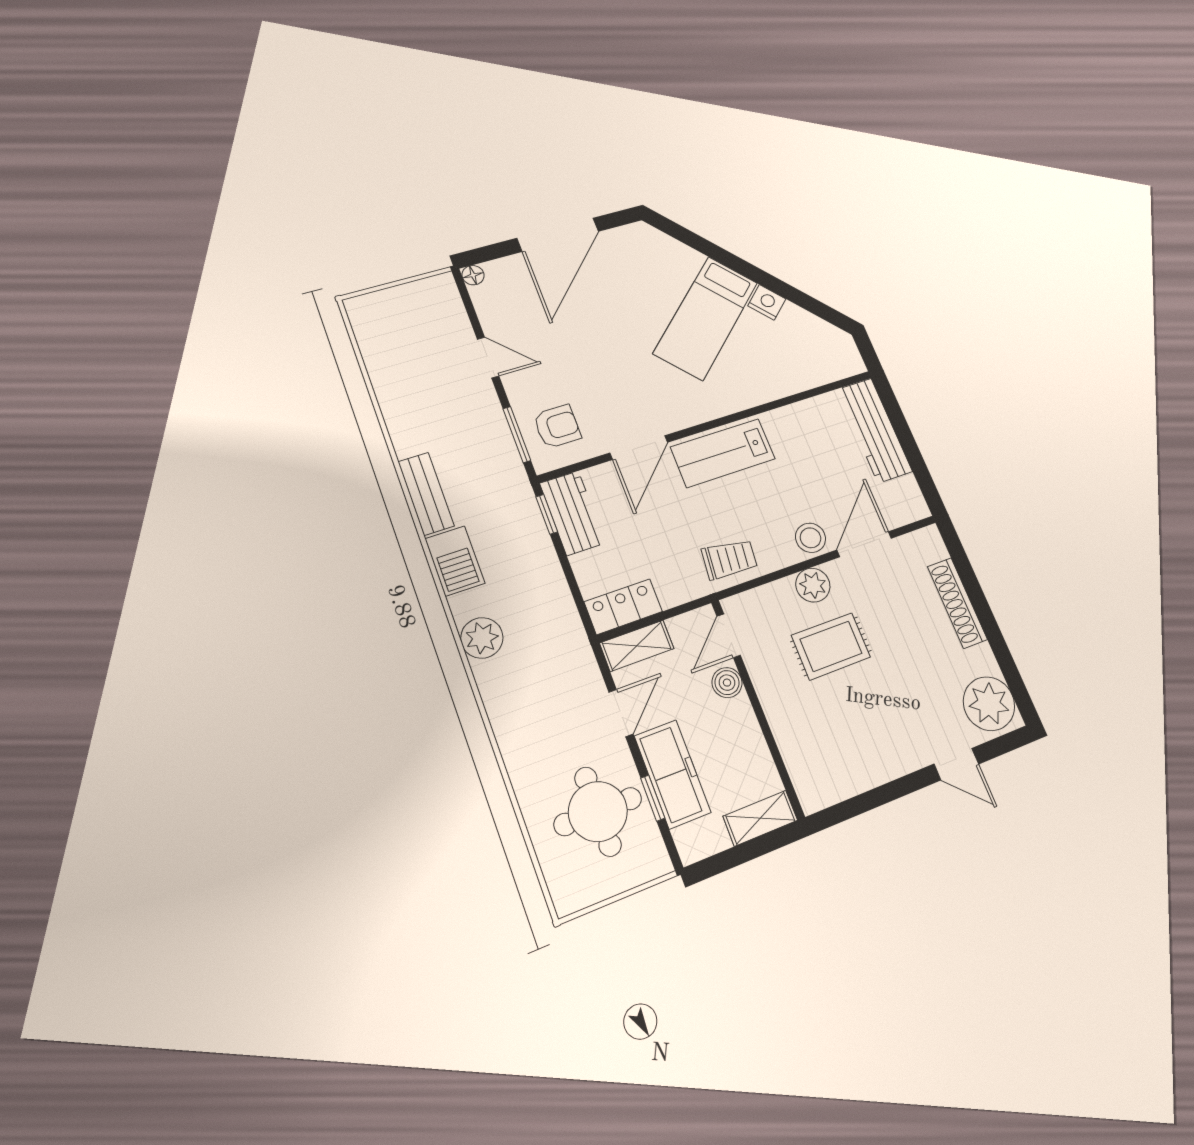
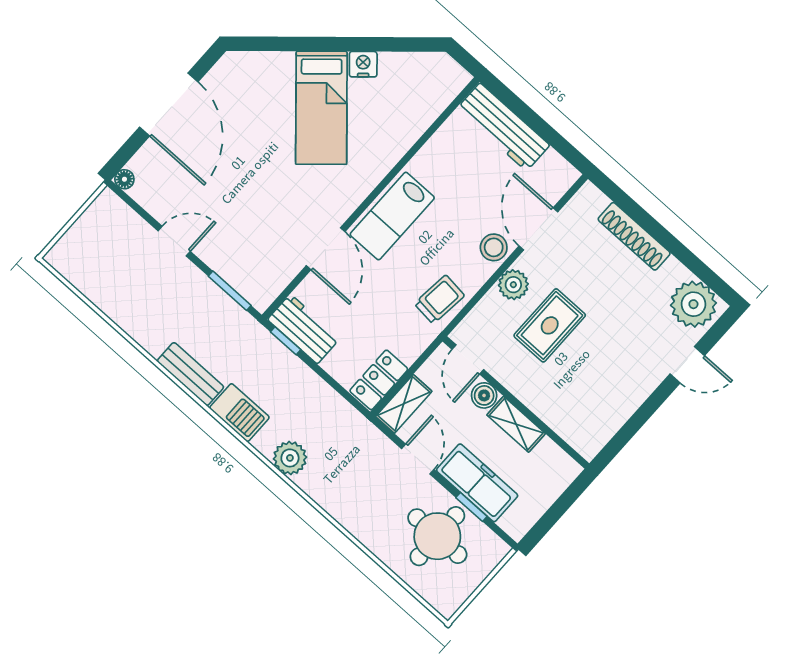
armchair: (557, 426) -> (256, 267), removed
shelving: (760, 818) -> (516, 424), moved, turned 90

